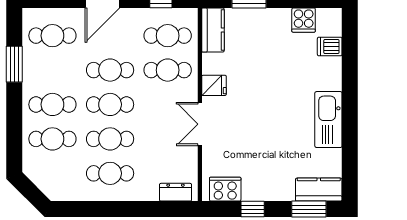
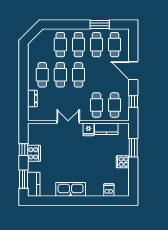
cooker: (304, 20) -> (123, 162), moved
kitchen counter: (213, 30) -> (106, 129), moved
cafe table: (110, 70) -> (97, 45), moved
cooker: (225, 189) -> (34, 153), moved
dresser: (176, 192) -> (32, 99), moved

